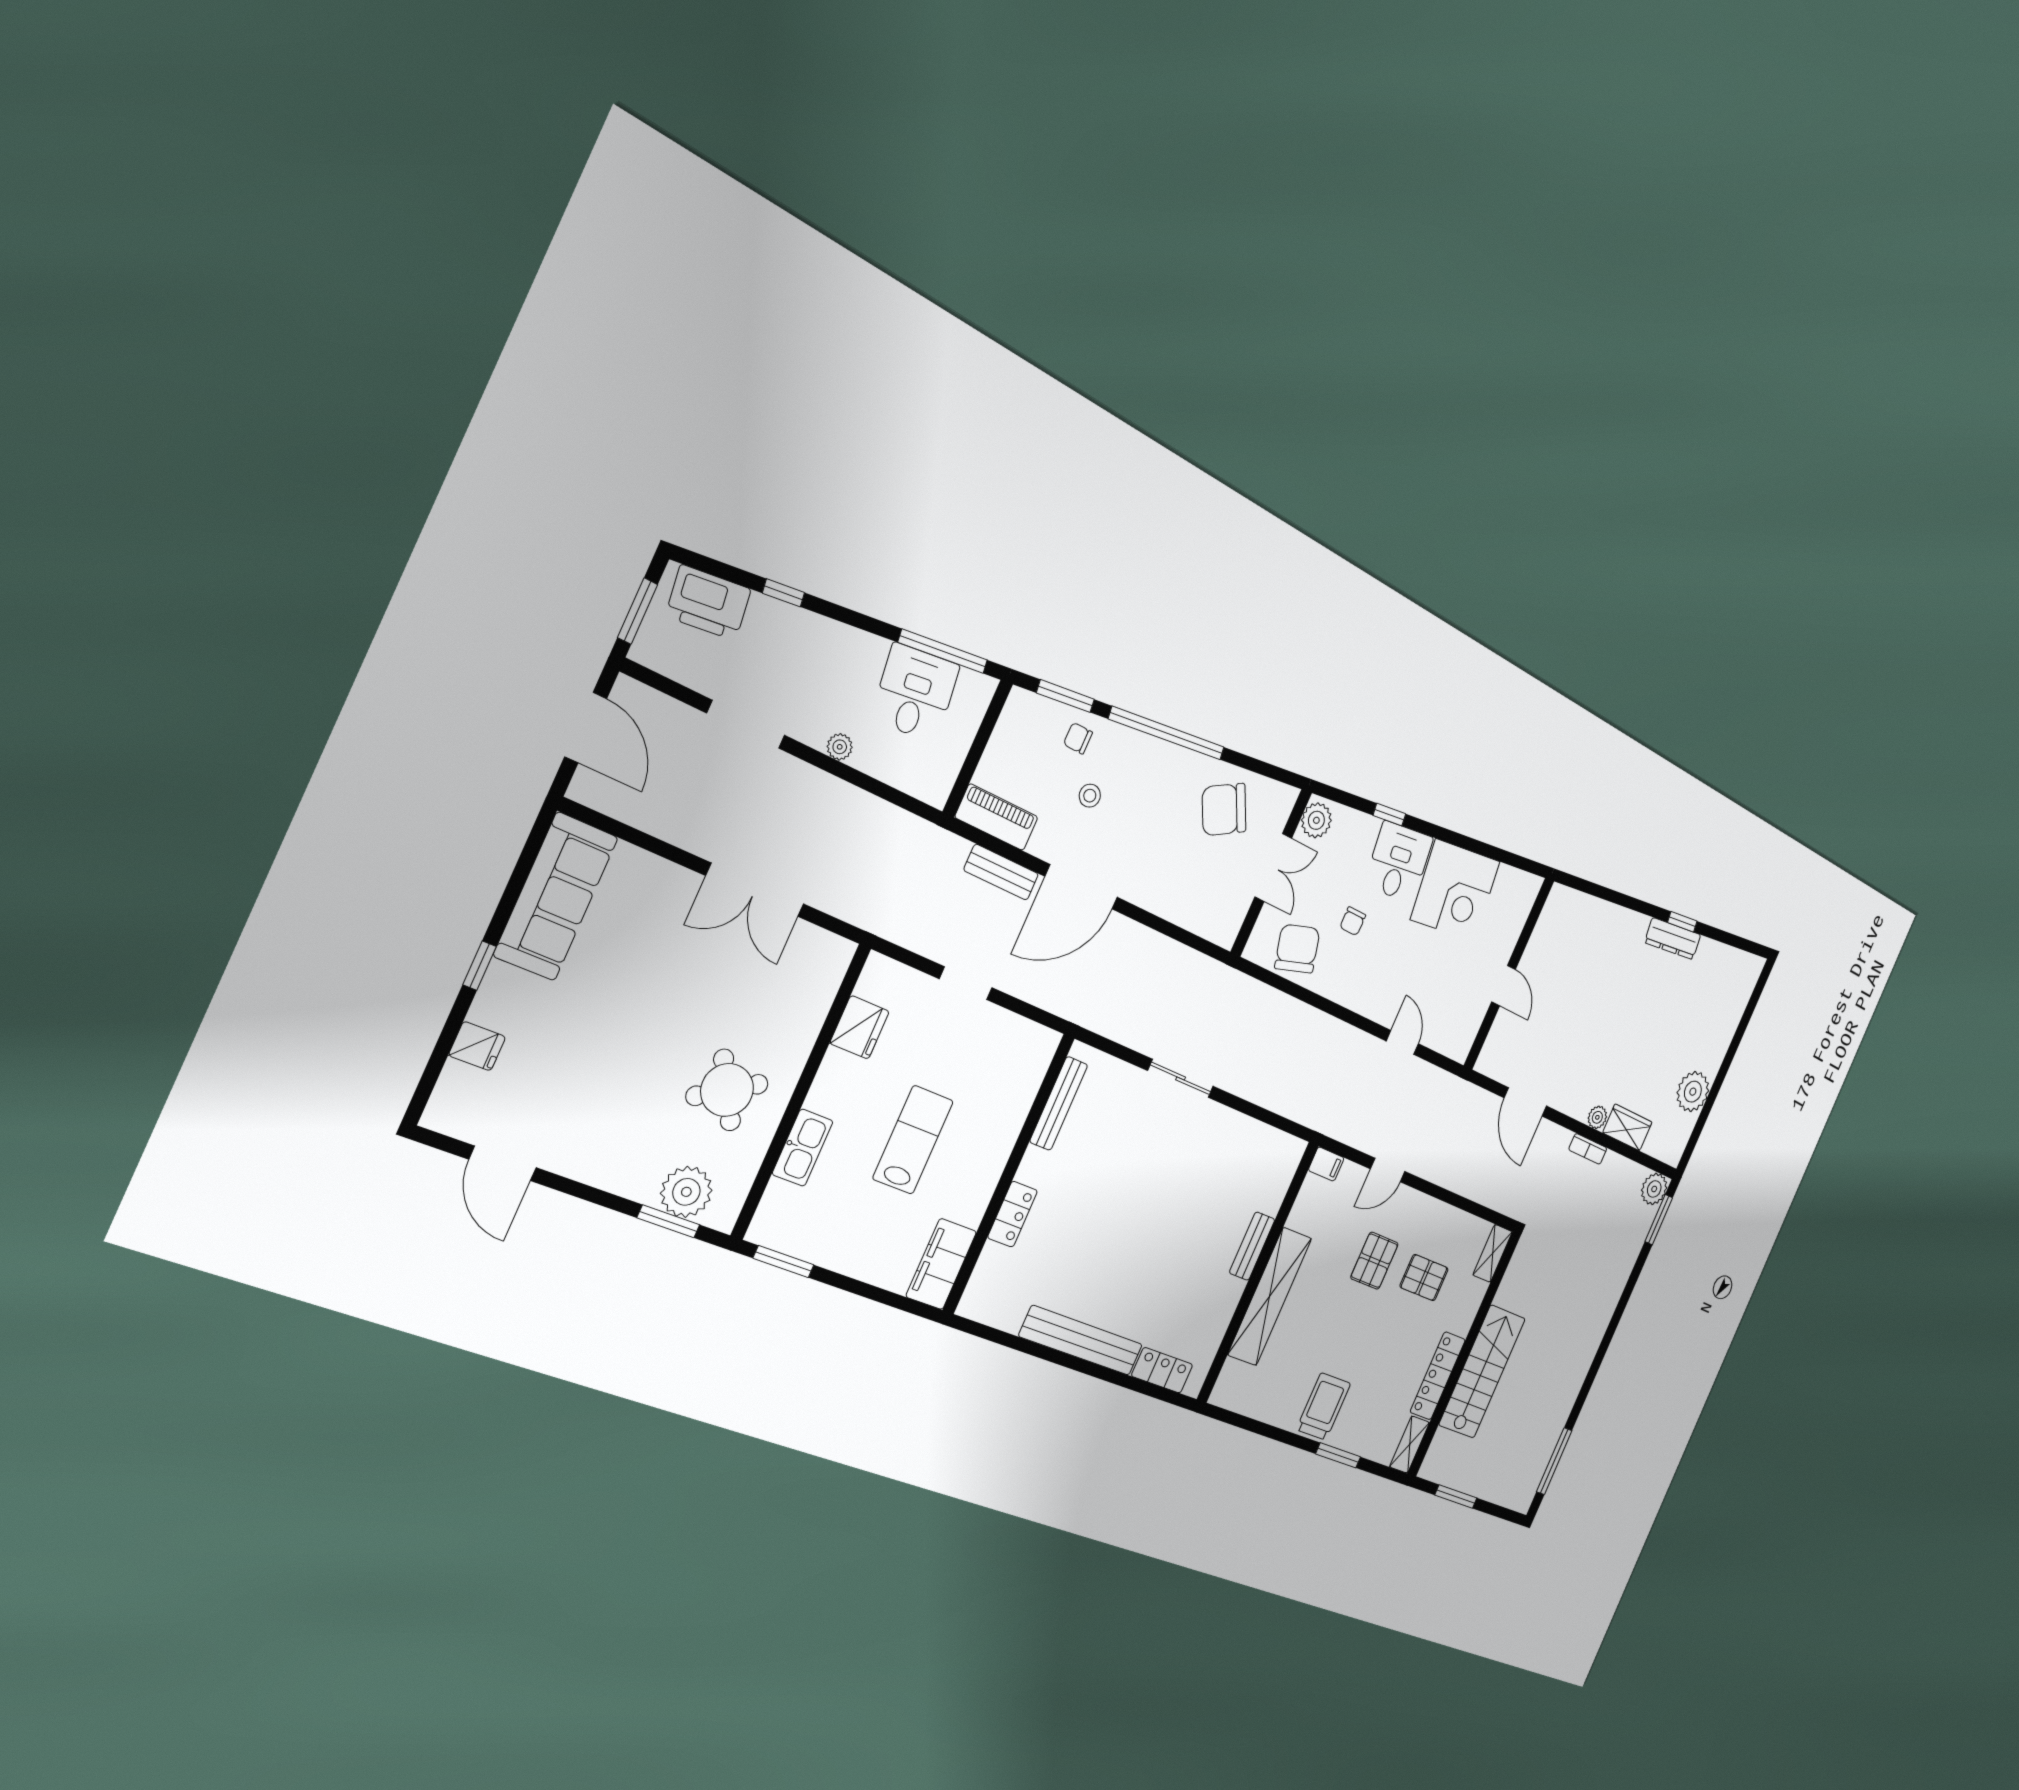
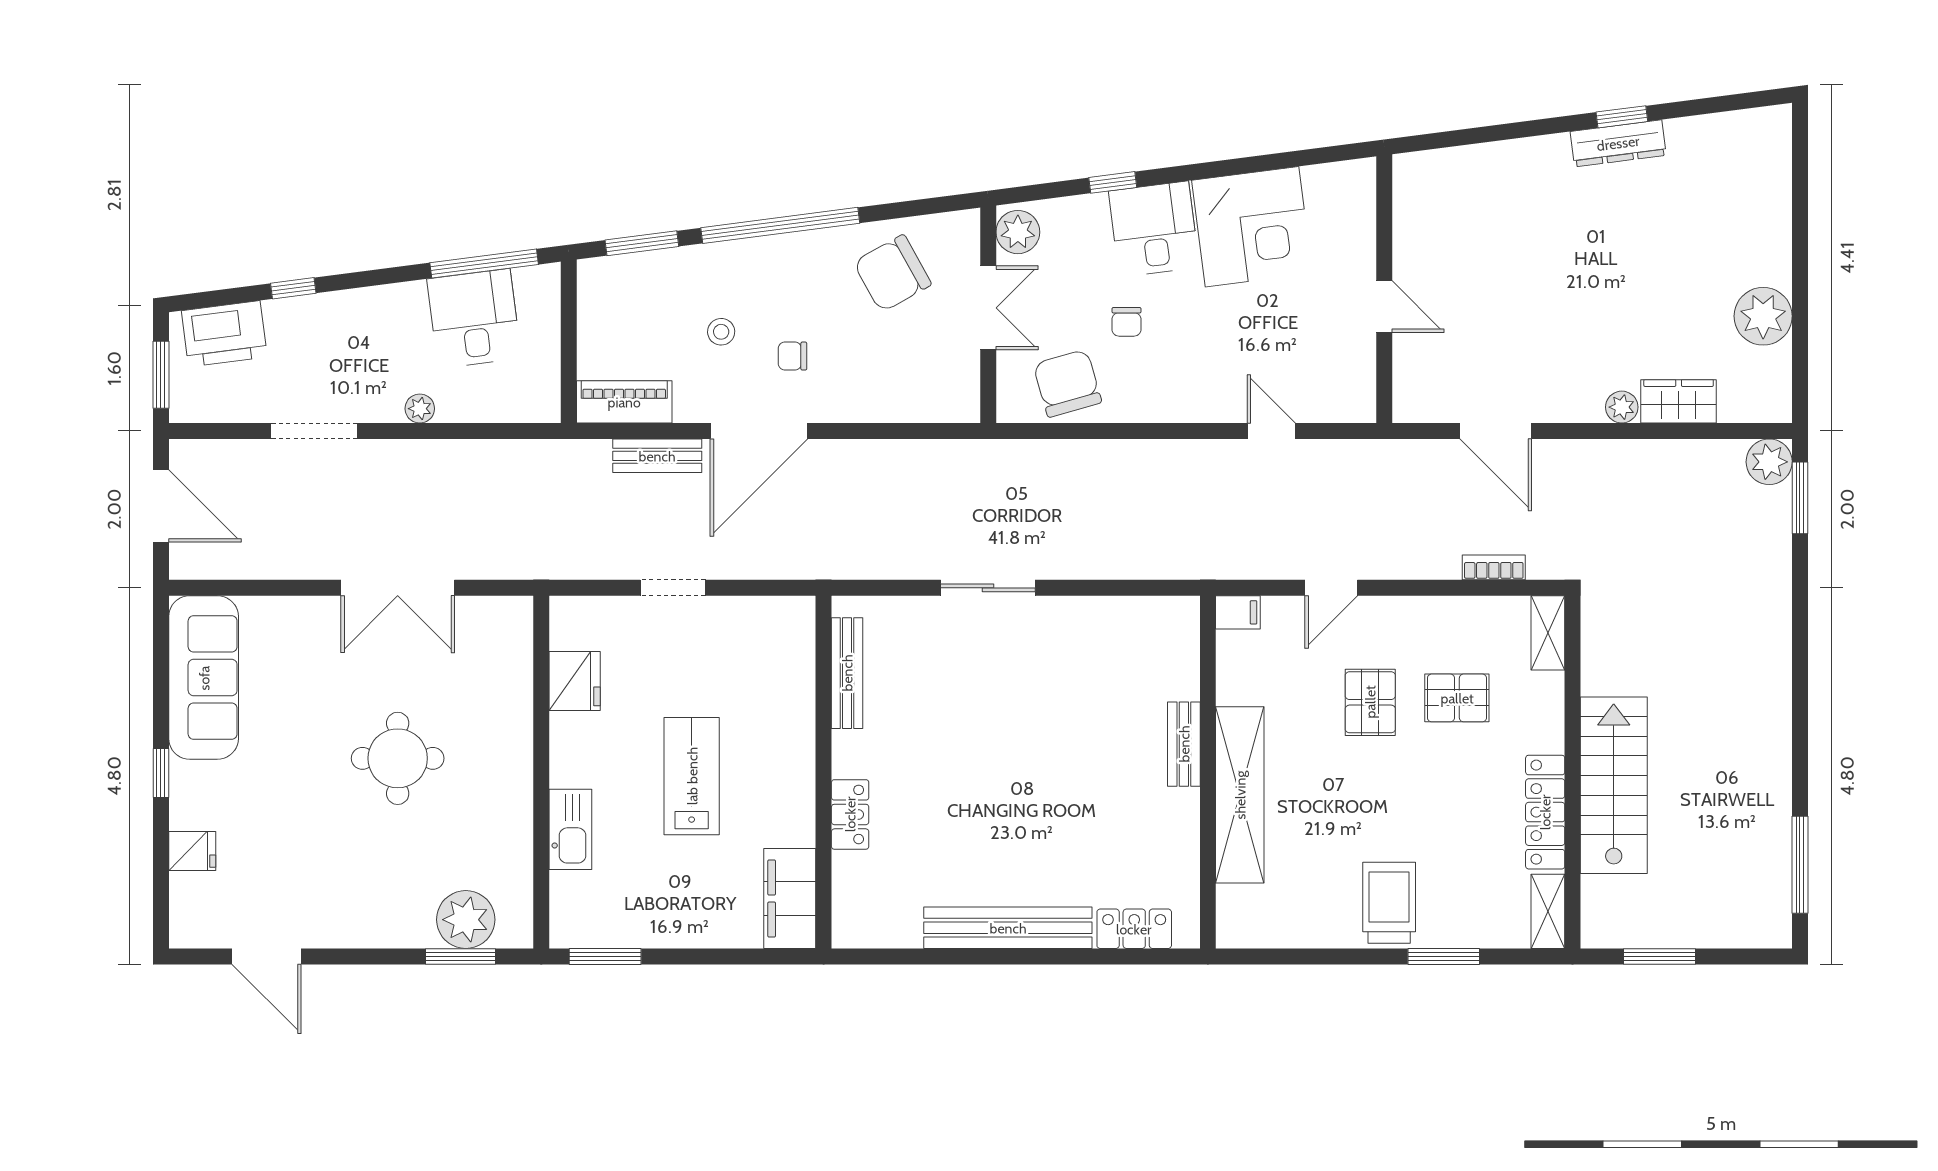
chair: (1078, 738) -> (792, 356), moved
round table: (727, 1090) -> (398, 758), moved, turned 31
bookcase: (1588, 1149) -> (1494, 567), moved, turned 180

